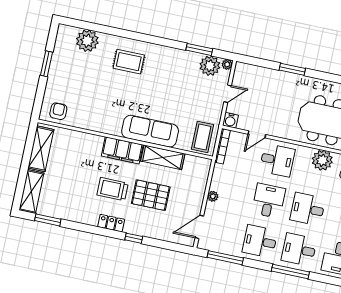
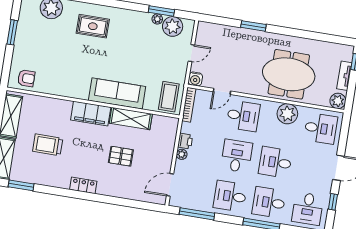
plant: (227, 64) -> (157, 19), moved
armchair: (58, 111) -> (26, 78), turned 90
printer: (217, 183) -> (185, 141), added
trolley: (113, 189) -> (48, 145), moved
pallet: (151, 195) -> (121, 156), width x0.67, depth x0.71
window: (134, 238) -> (106, 199), removed

